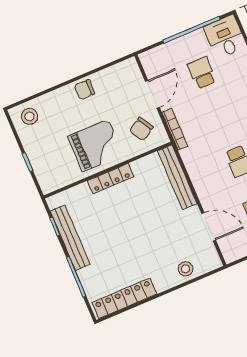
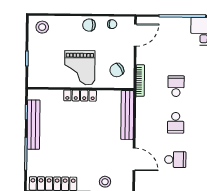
school desk: (202, 73) -> (176, 86), moved
chair: (112, 76) -> (112, 24), added
door: (152, 94) -> (135, 35), moved
grand piano: (96, 145) -> (80, 68), turned 90

